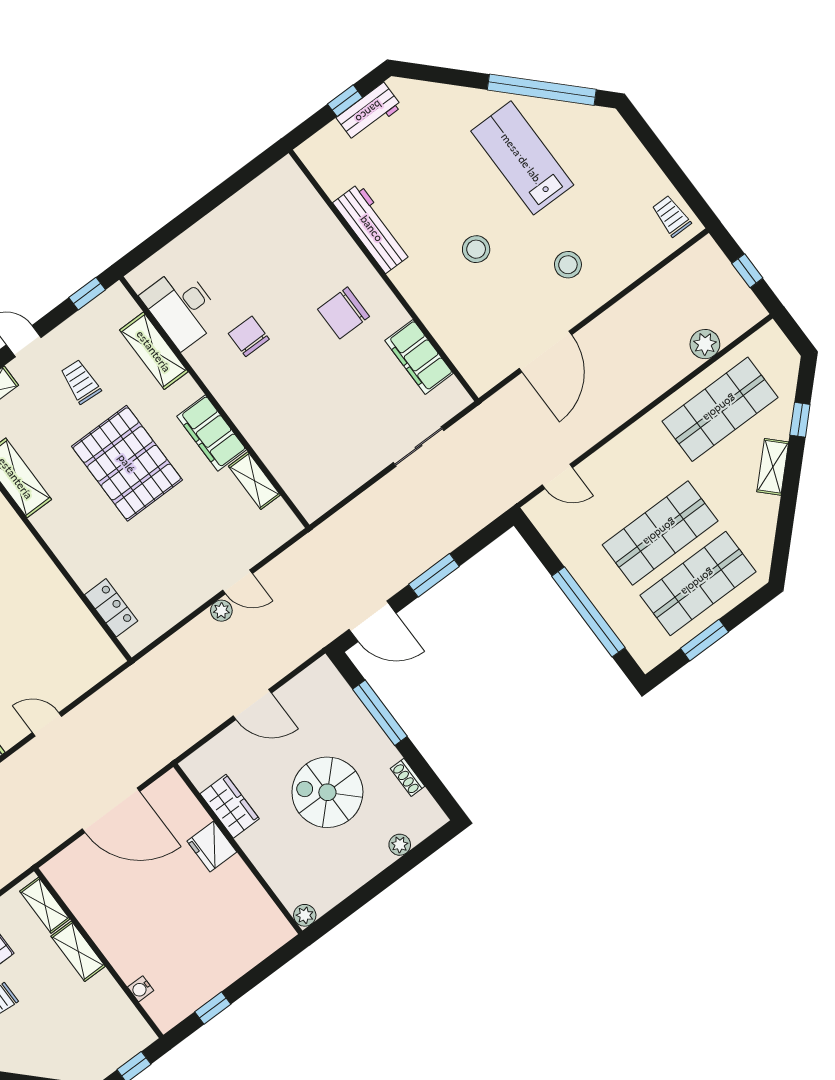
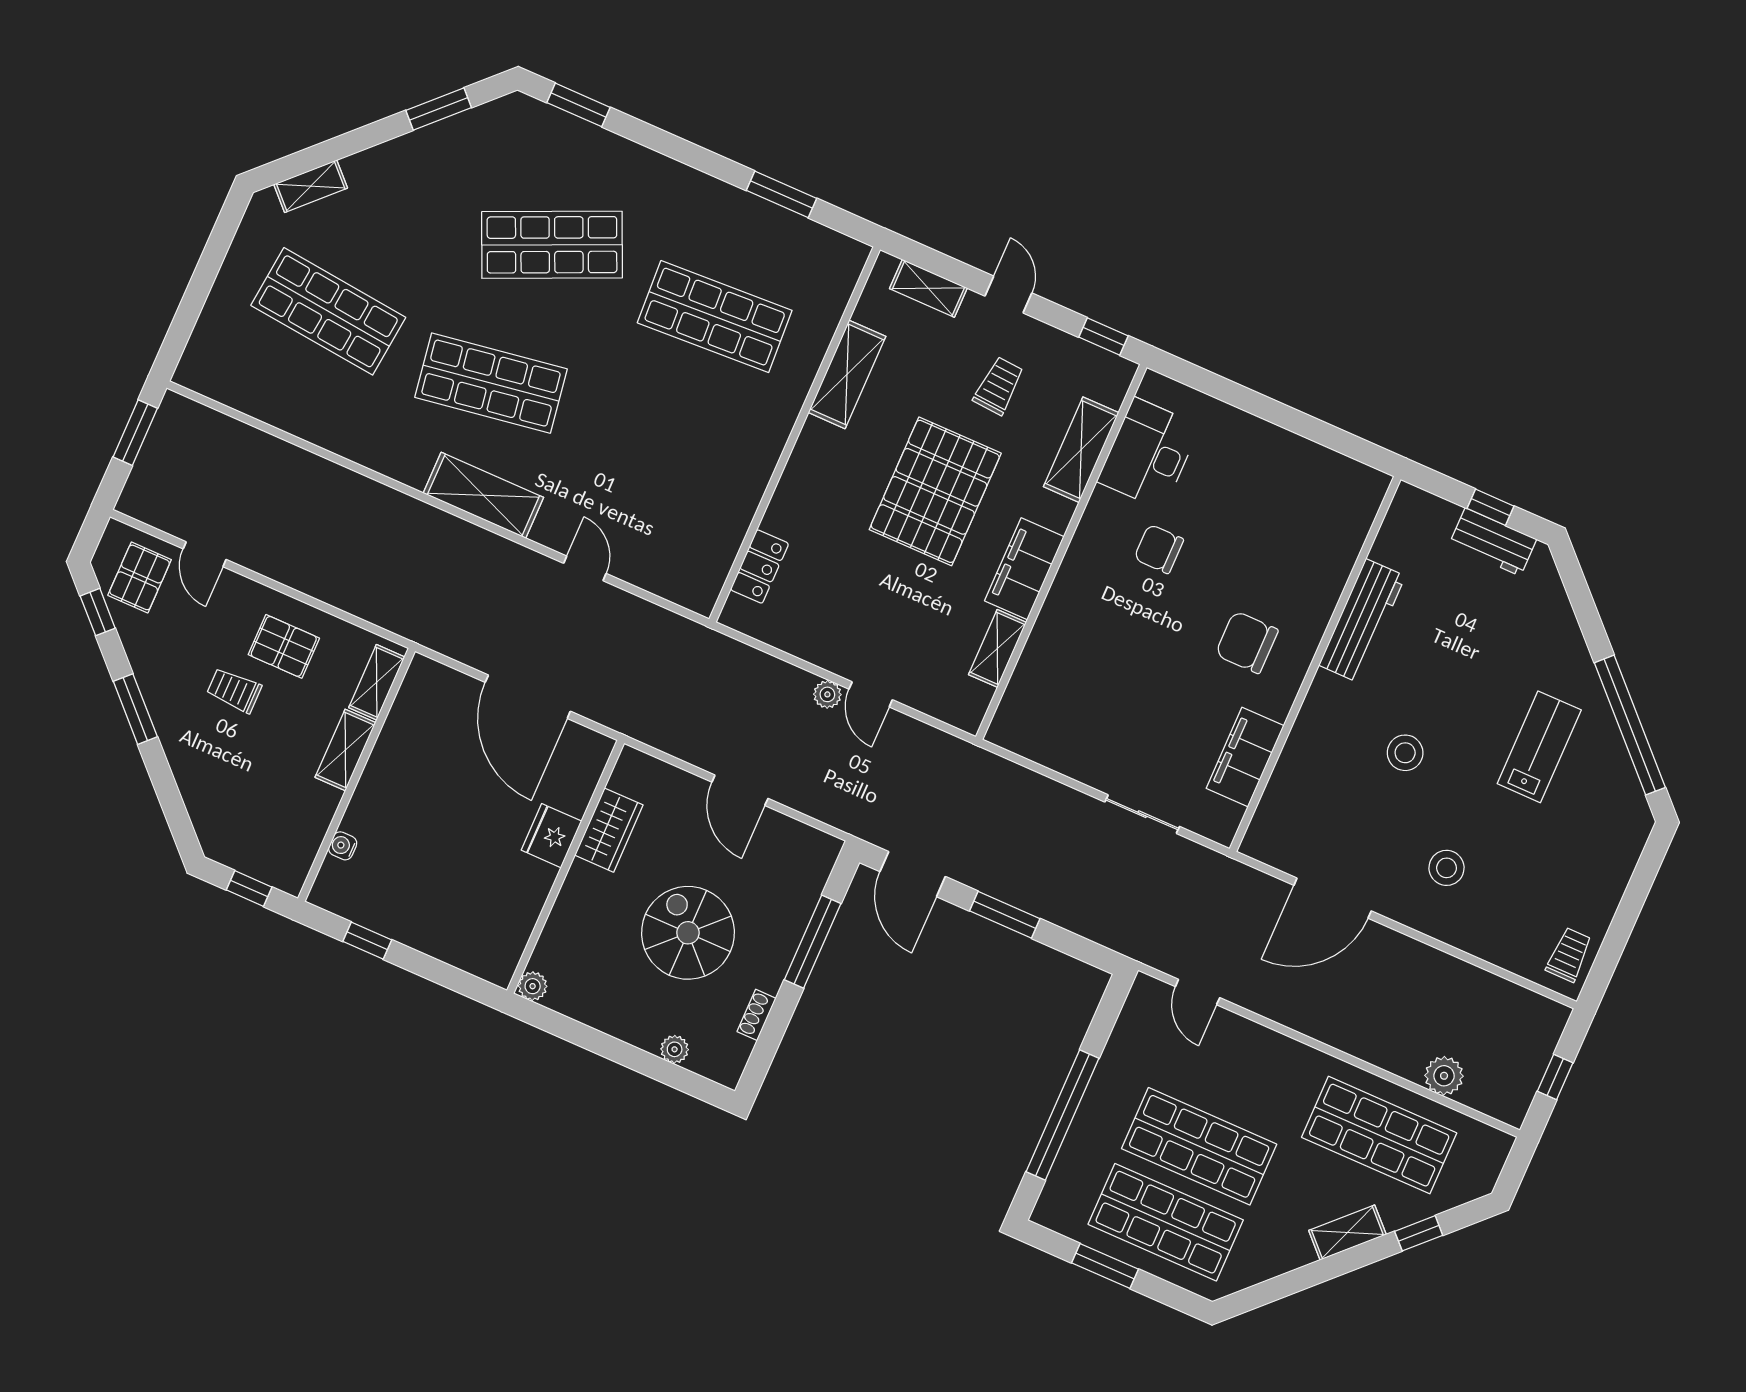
lab bench: (522, 158) -> (1539, 747), width x0.73, depth x0.72
chair: (249, 336) -> (1159, 549), turned -90

